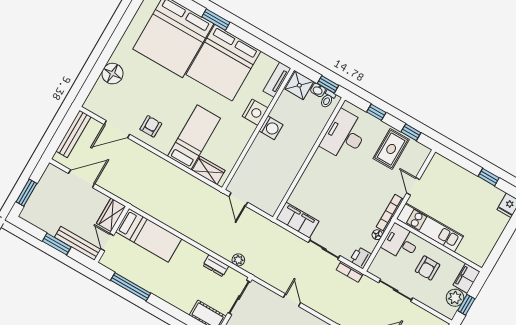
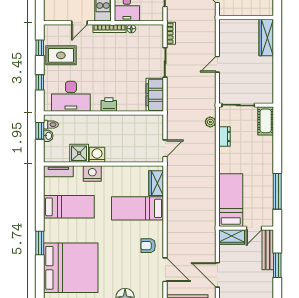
bed: (223, 63) -> (69, 207), width x0.49
shower: (299, 85) -> (79, 153), moved
printer: (360, 258) -> (109, 104), moved, turned 180

